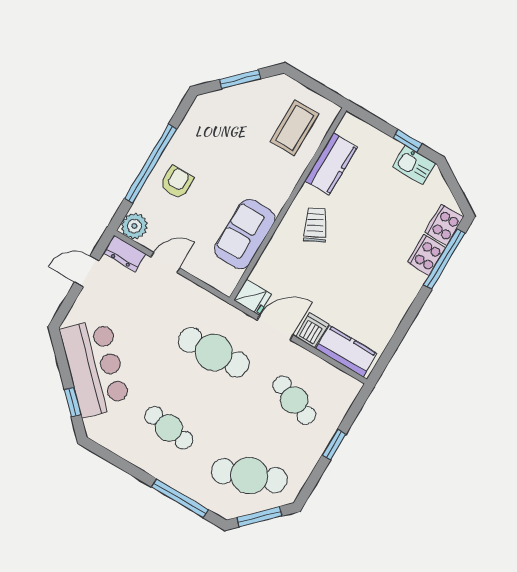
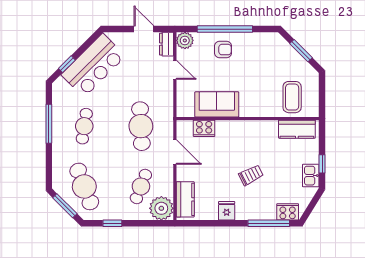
coffee table: (295, 128) -> (292, 97), turned 90
kitchen counter: (331, 164) -> (297, 129), moved
trolley: (315, 225) -> (251, 175), moved
cooker: (426, 255) -> (204, 128), moved, turned 180
fridge: (252, 297) -> (227, 211), moved, turned 180
dishwasher: (312, 330) -> (185, 173), removed
plant: (339, 390) -> (161, 208), added
window: (334, 445) -> (112, 223), moved
window: (180, 498) -> (49, 124), moved

